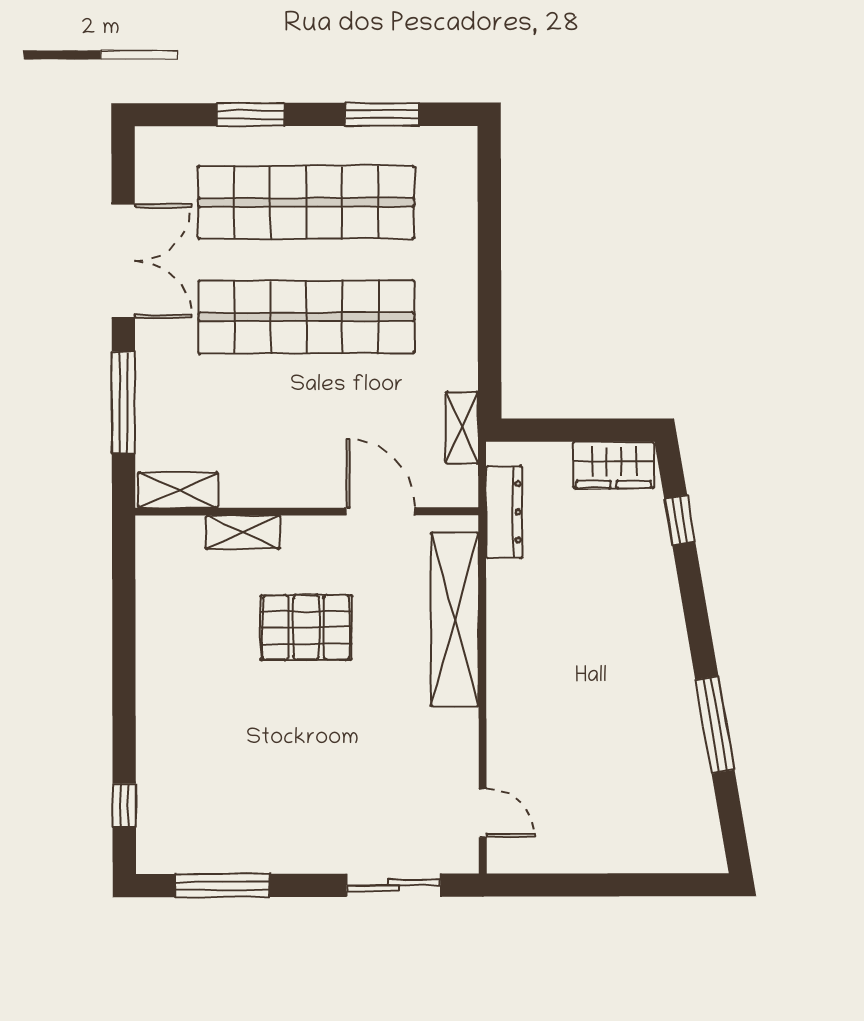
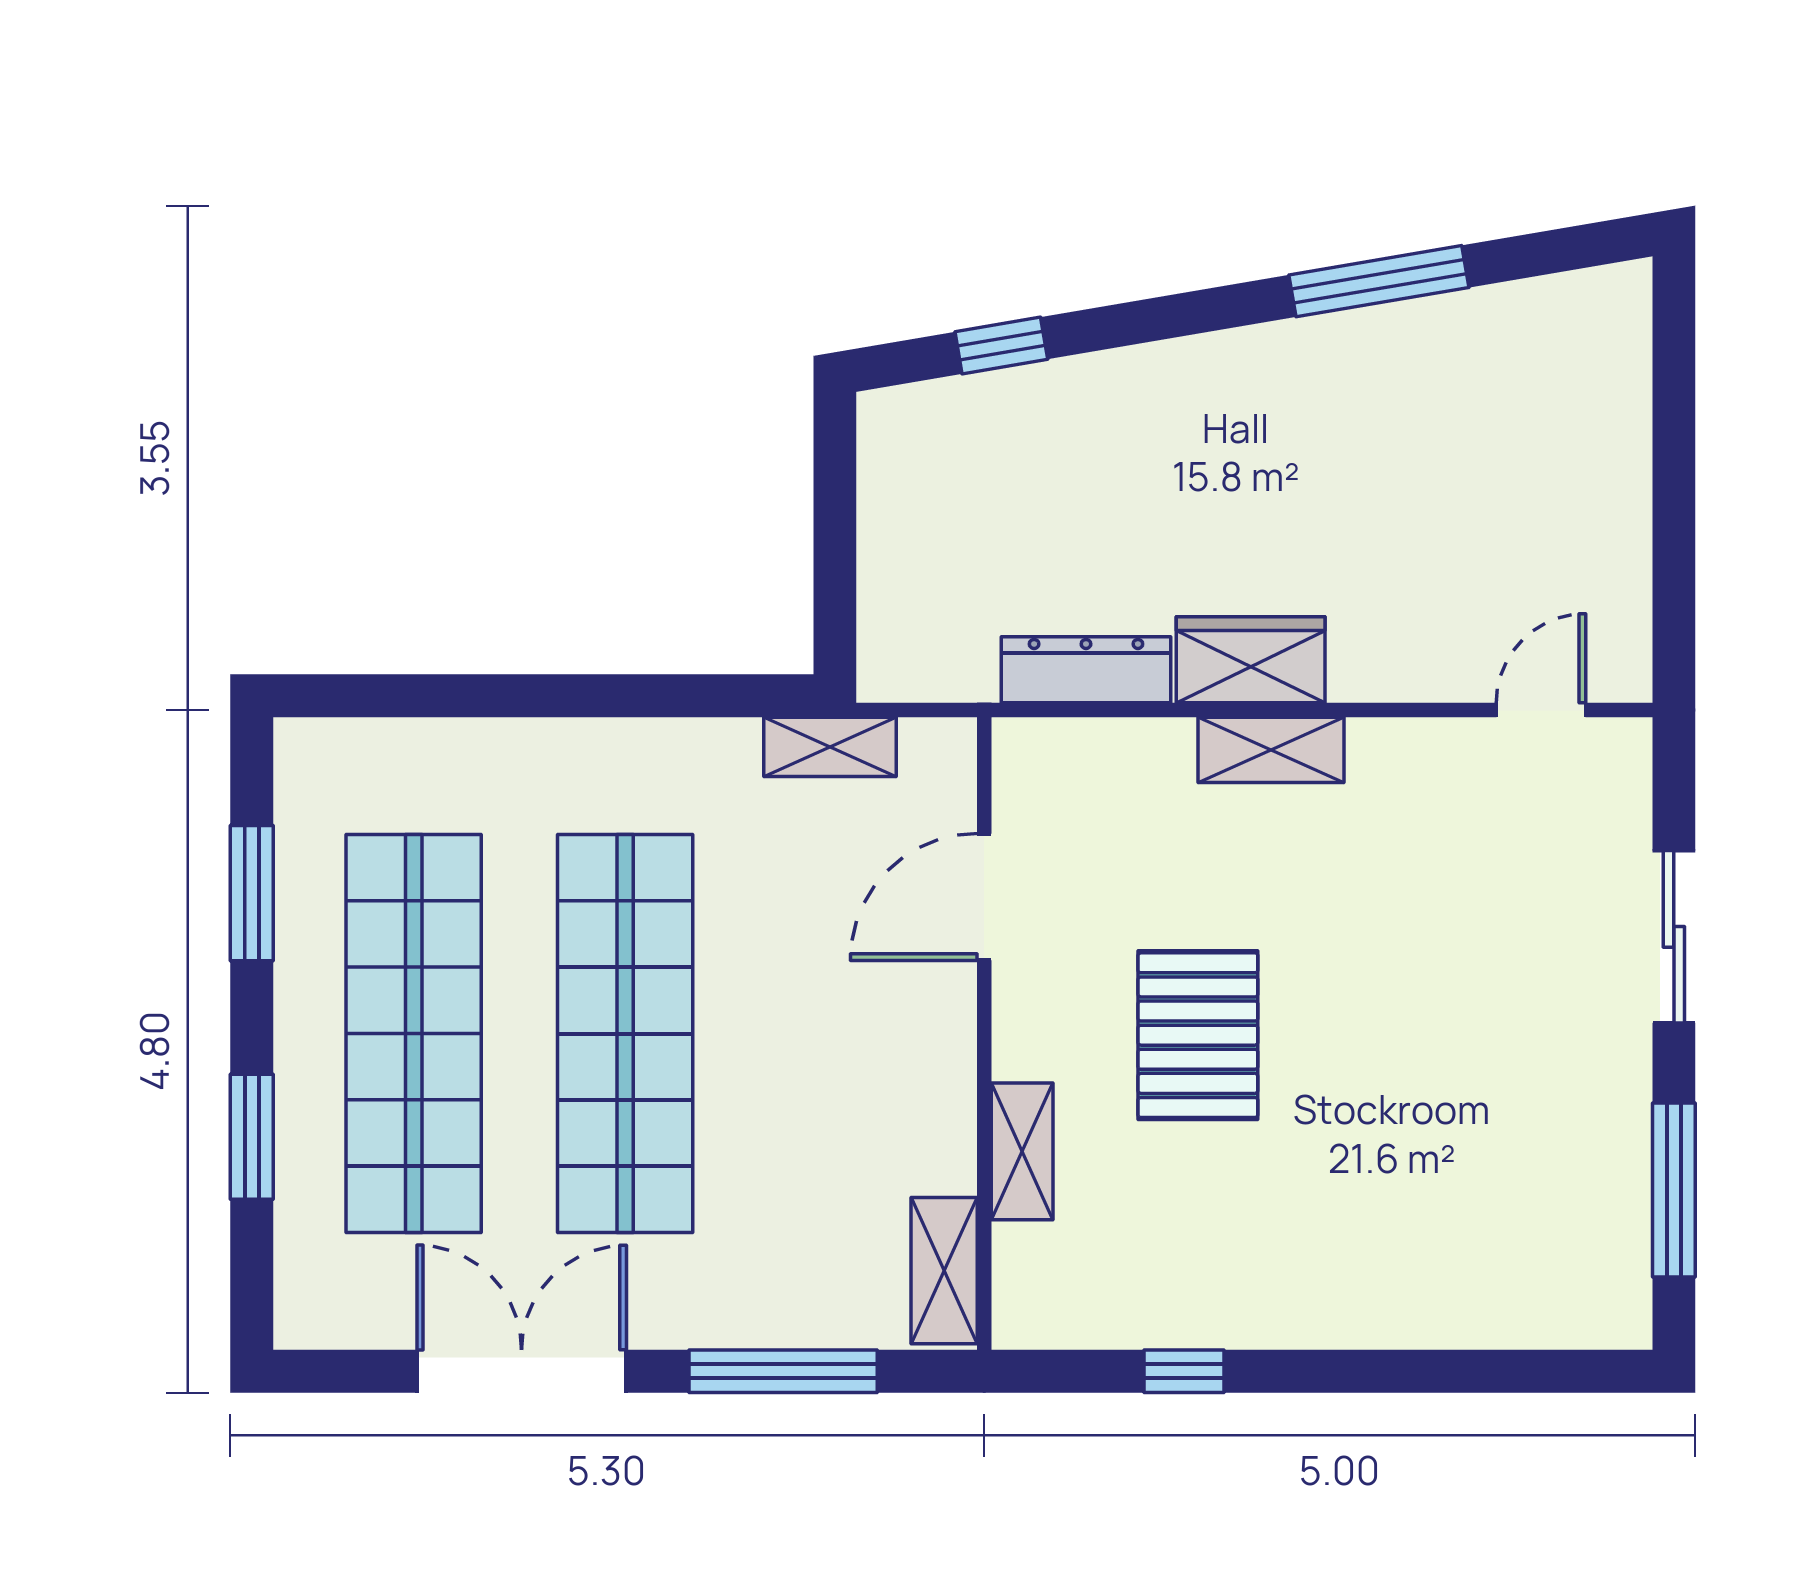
wardrobe: (614, 465) -> (1251, 660), moved, turned -90
dresser: (504, 512) -> (1086, 670), moved
shelving: (455, 619) -> (1271, 750), width x0.45, depth x0.75
window: (124, 806) -> (1184, 1371), moved
sliding door: (393, 885) -> (1674, 937), moved

